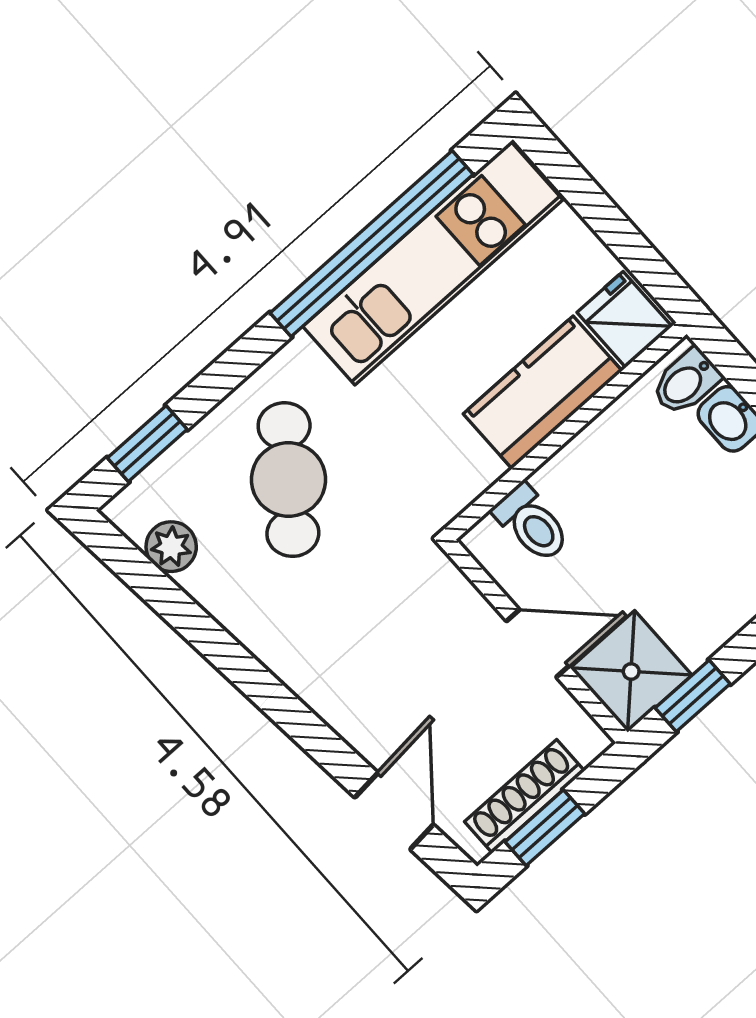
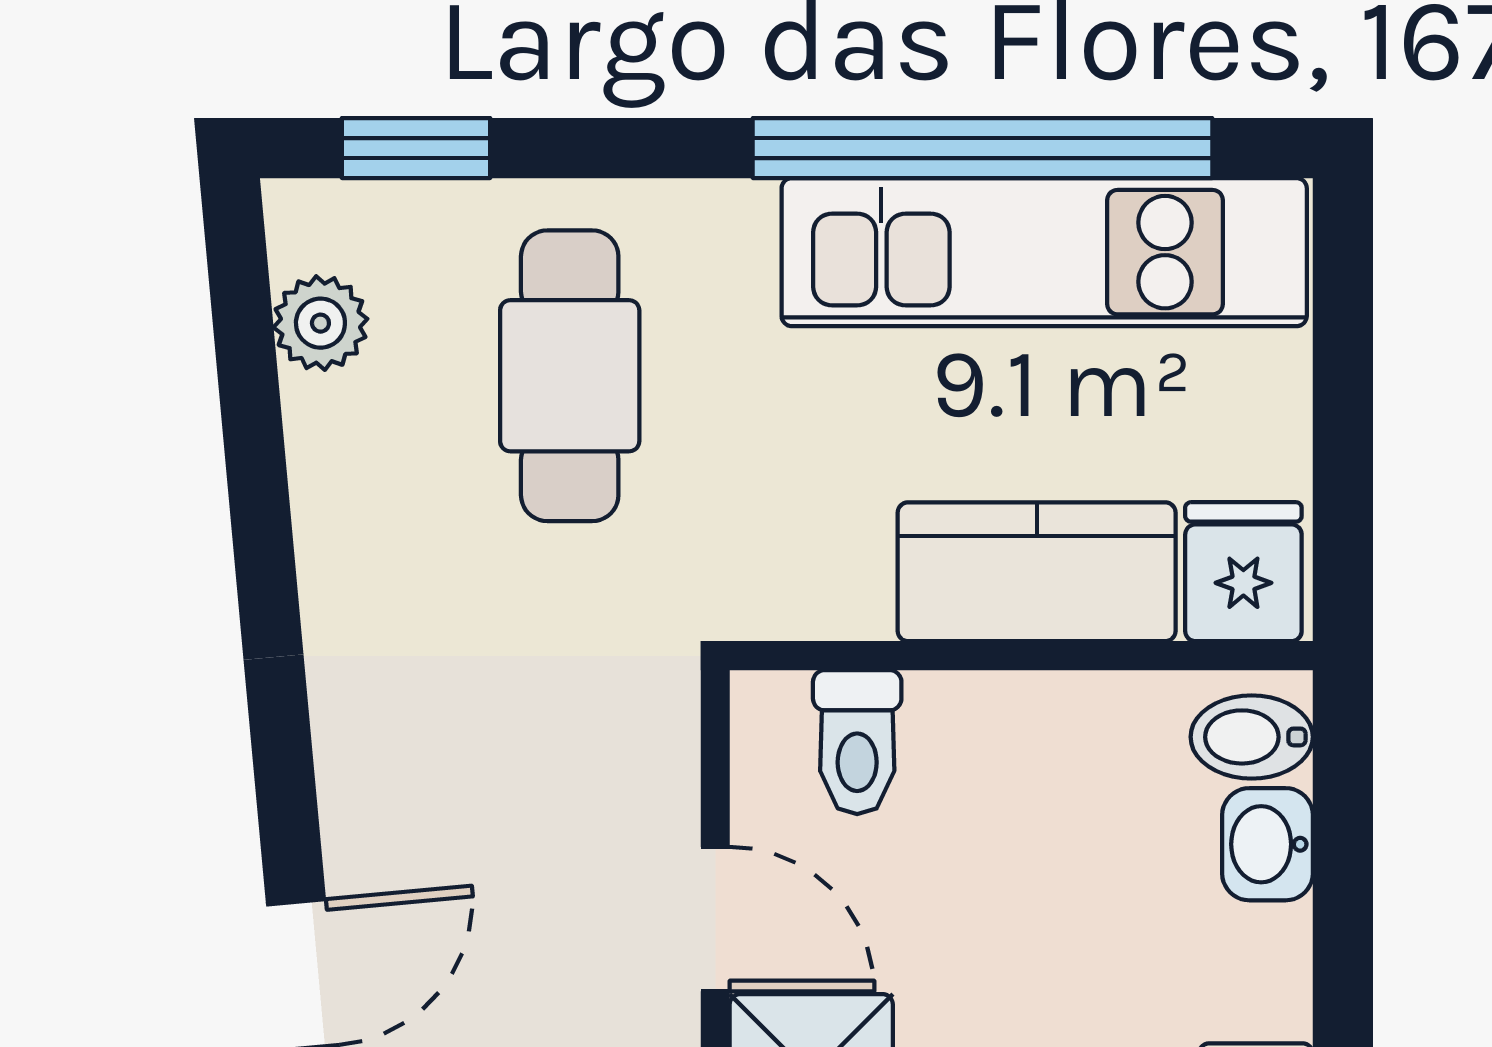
cafe table: (288, 480) -> (570, 376), turned -37

